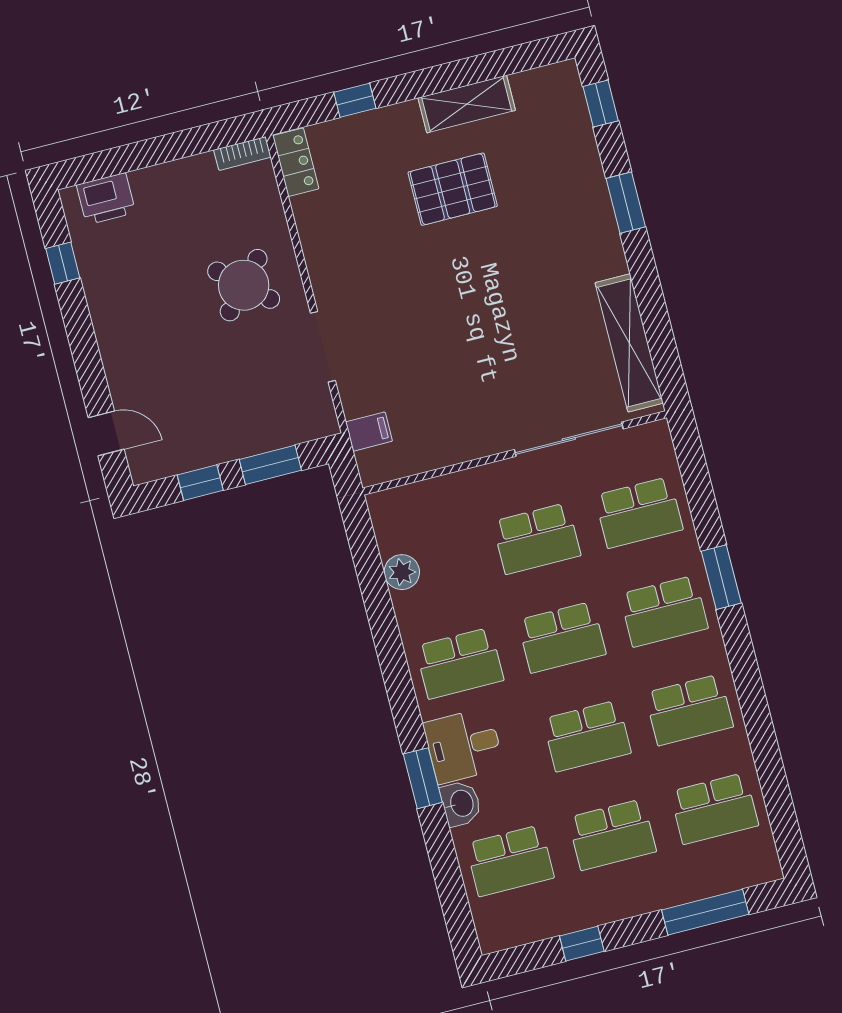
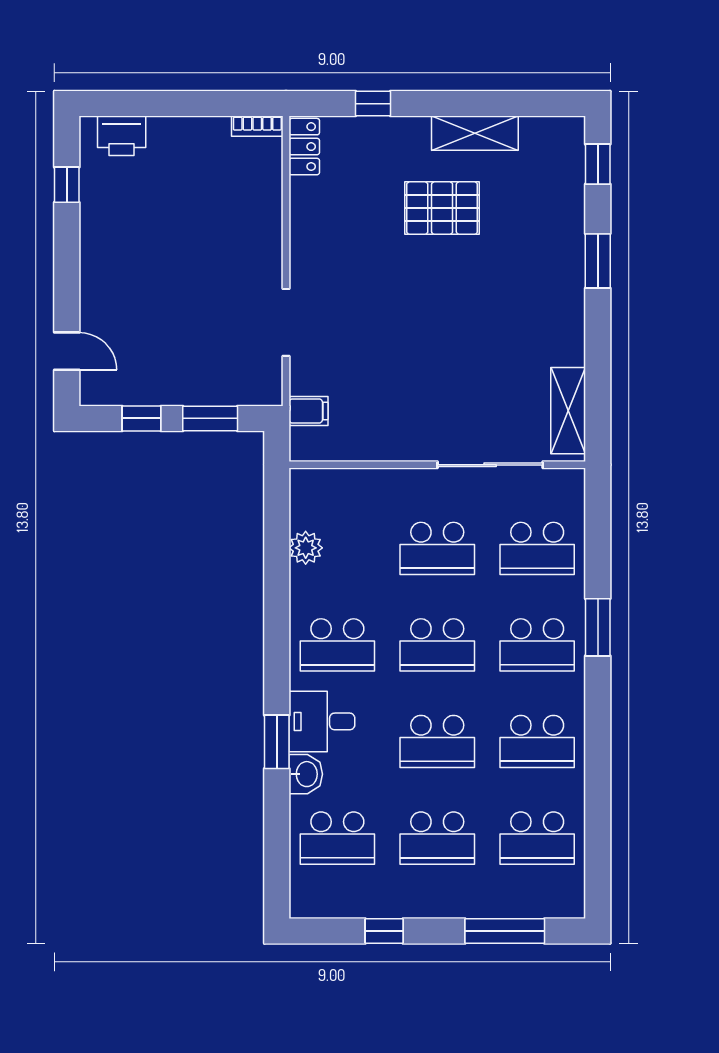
round table: (244, 285) -> (228, 247), removed
shelving: (629, 343) -> (568, 411), width x0.68

